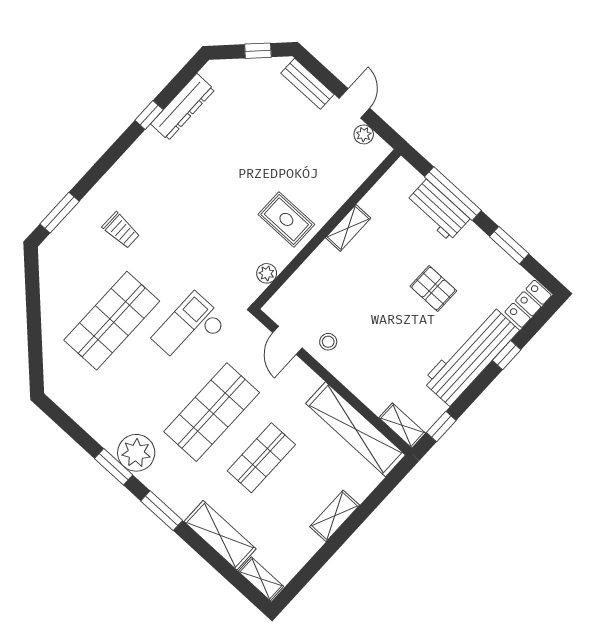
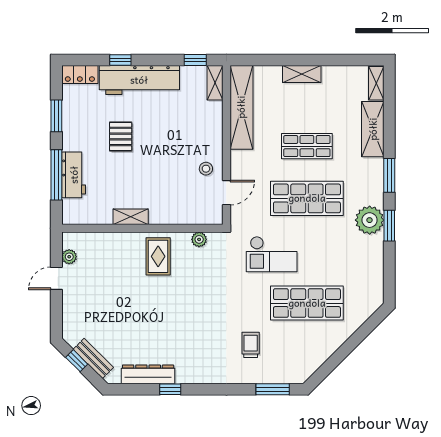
bench: (307, 84) -> (93, 358), moved, turned -45

